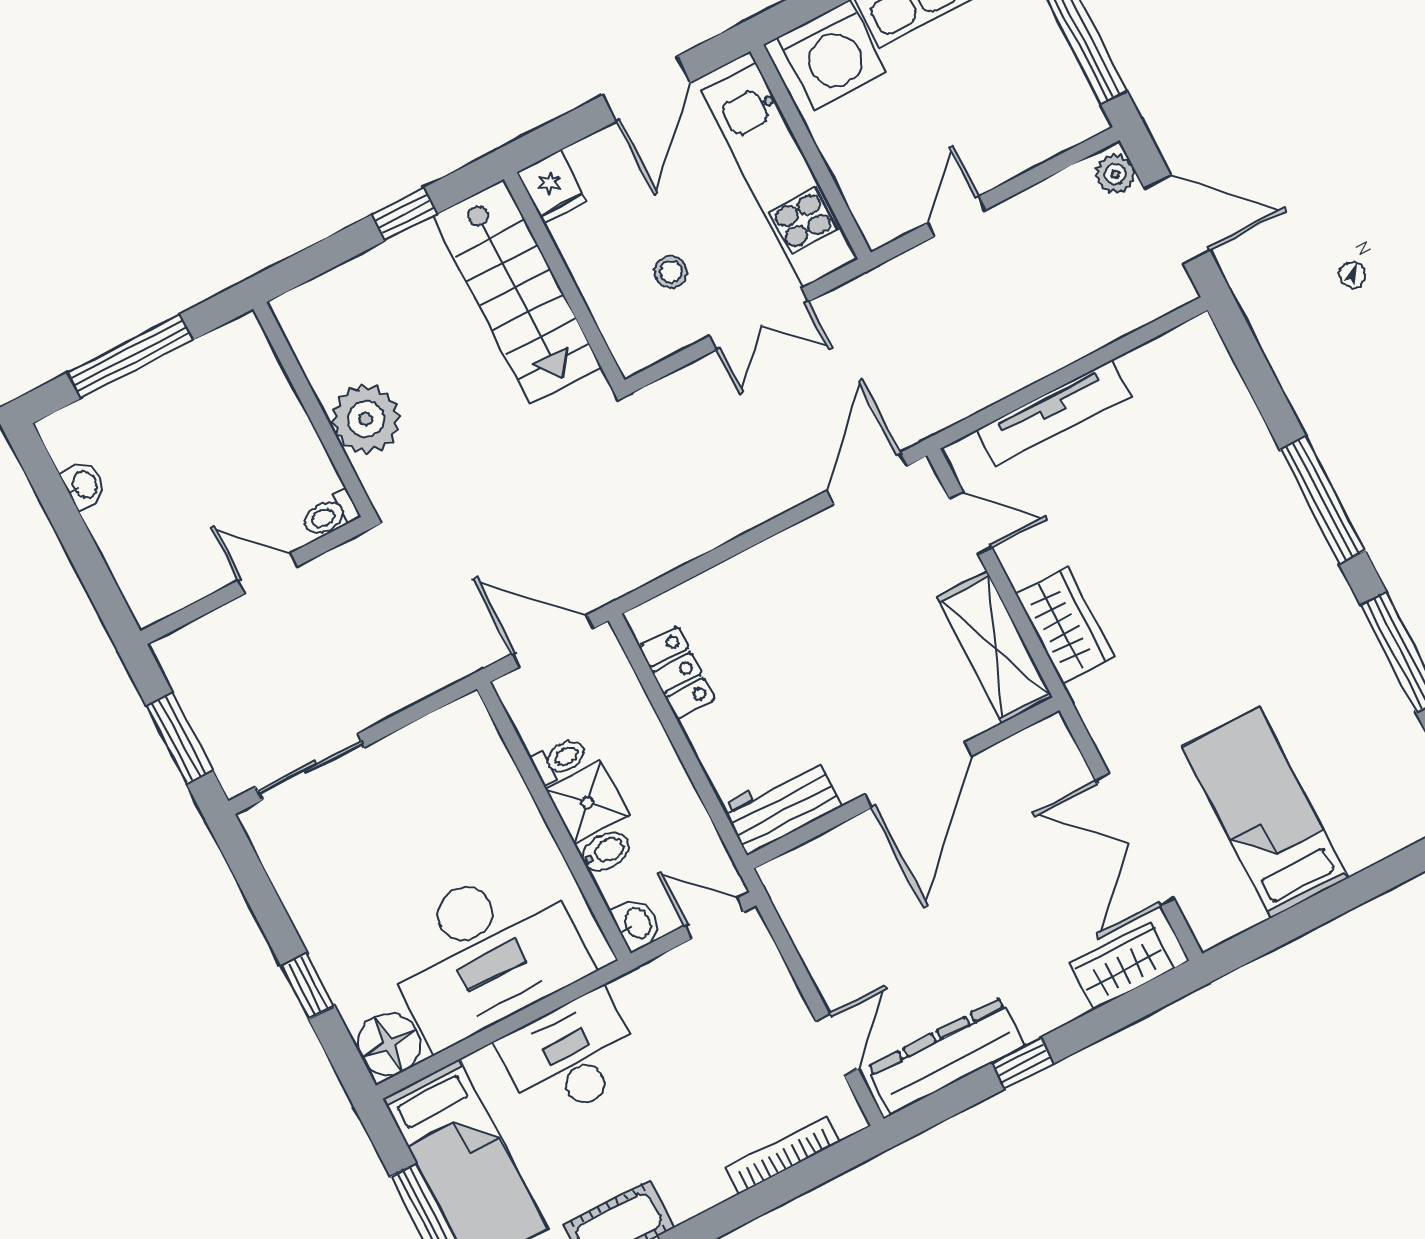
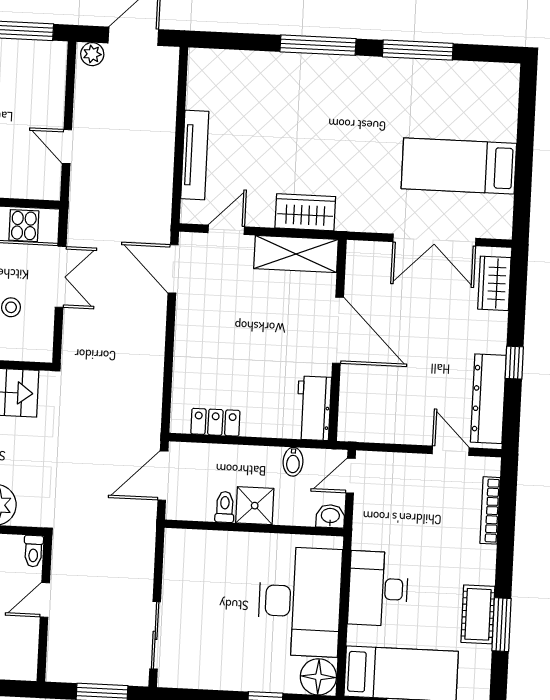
bidet: (606, 852) -> (293, 462), moved, turned 180

